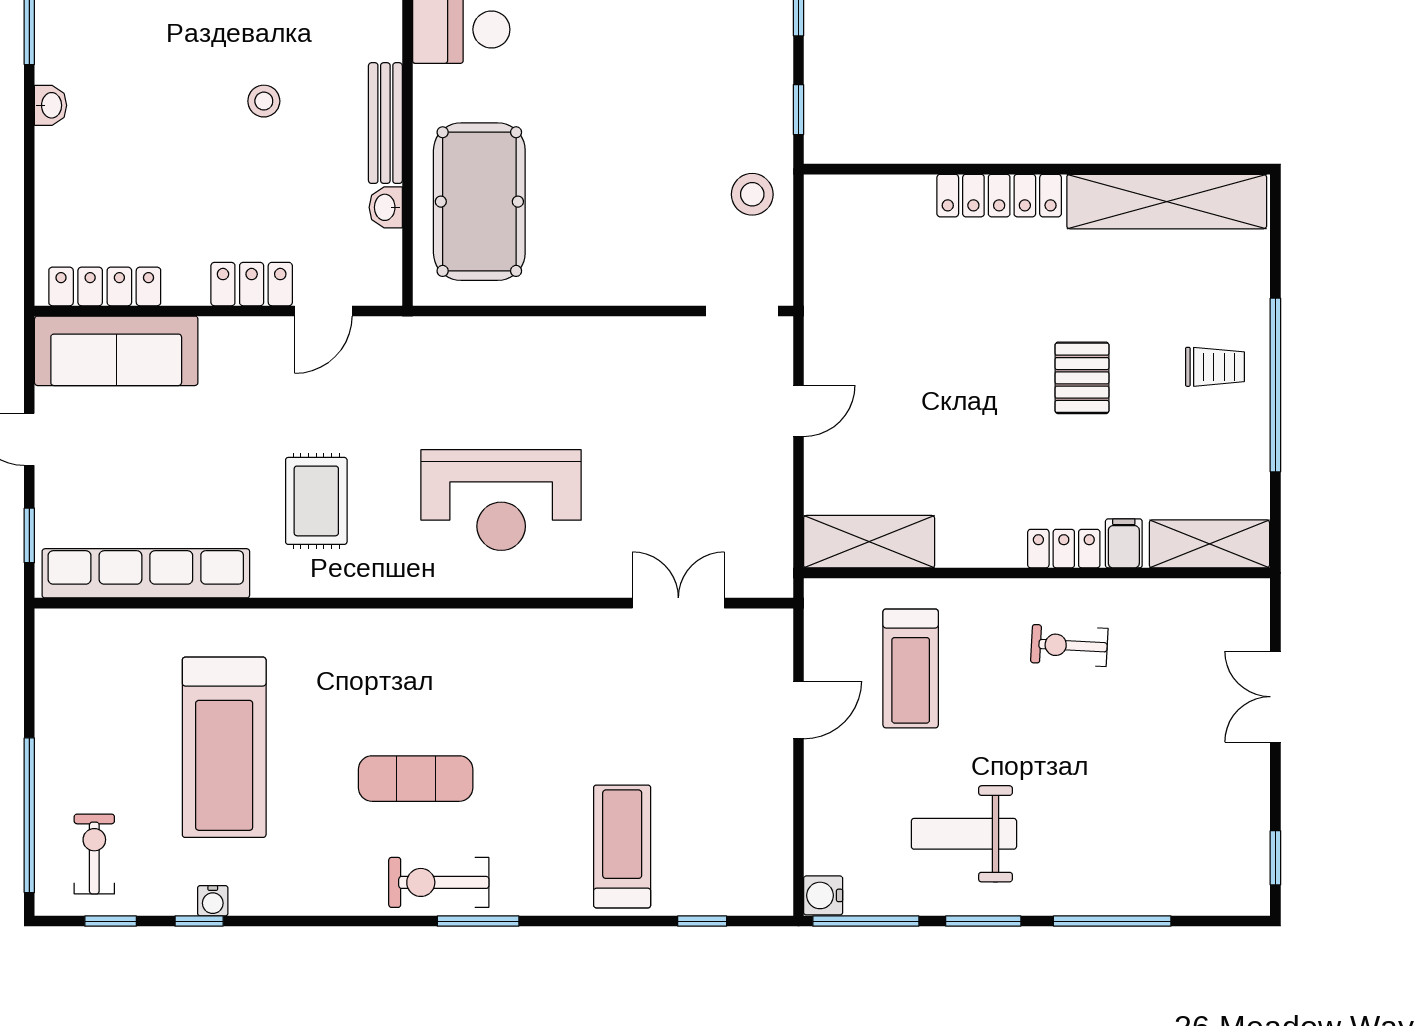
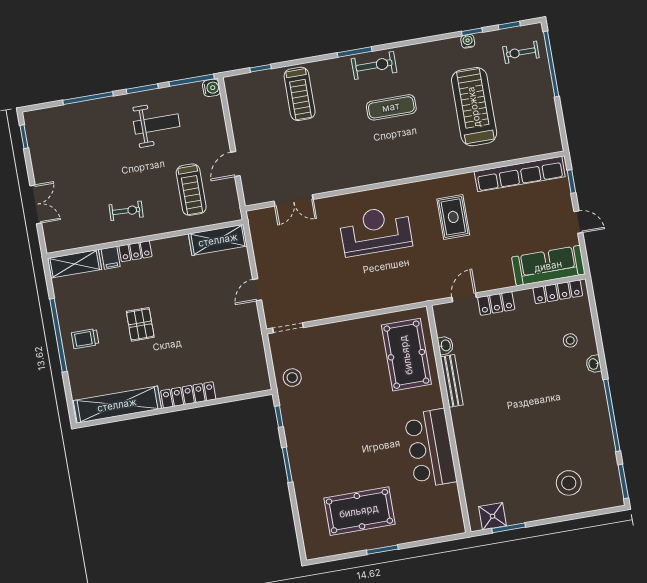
stool: (264, 101) -> (570, 340), moved
treadmill: (911, 668) -> (191, 190), turned 180
exercise bike: (94, 854) -> (521, 52), turned 90

